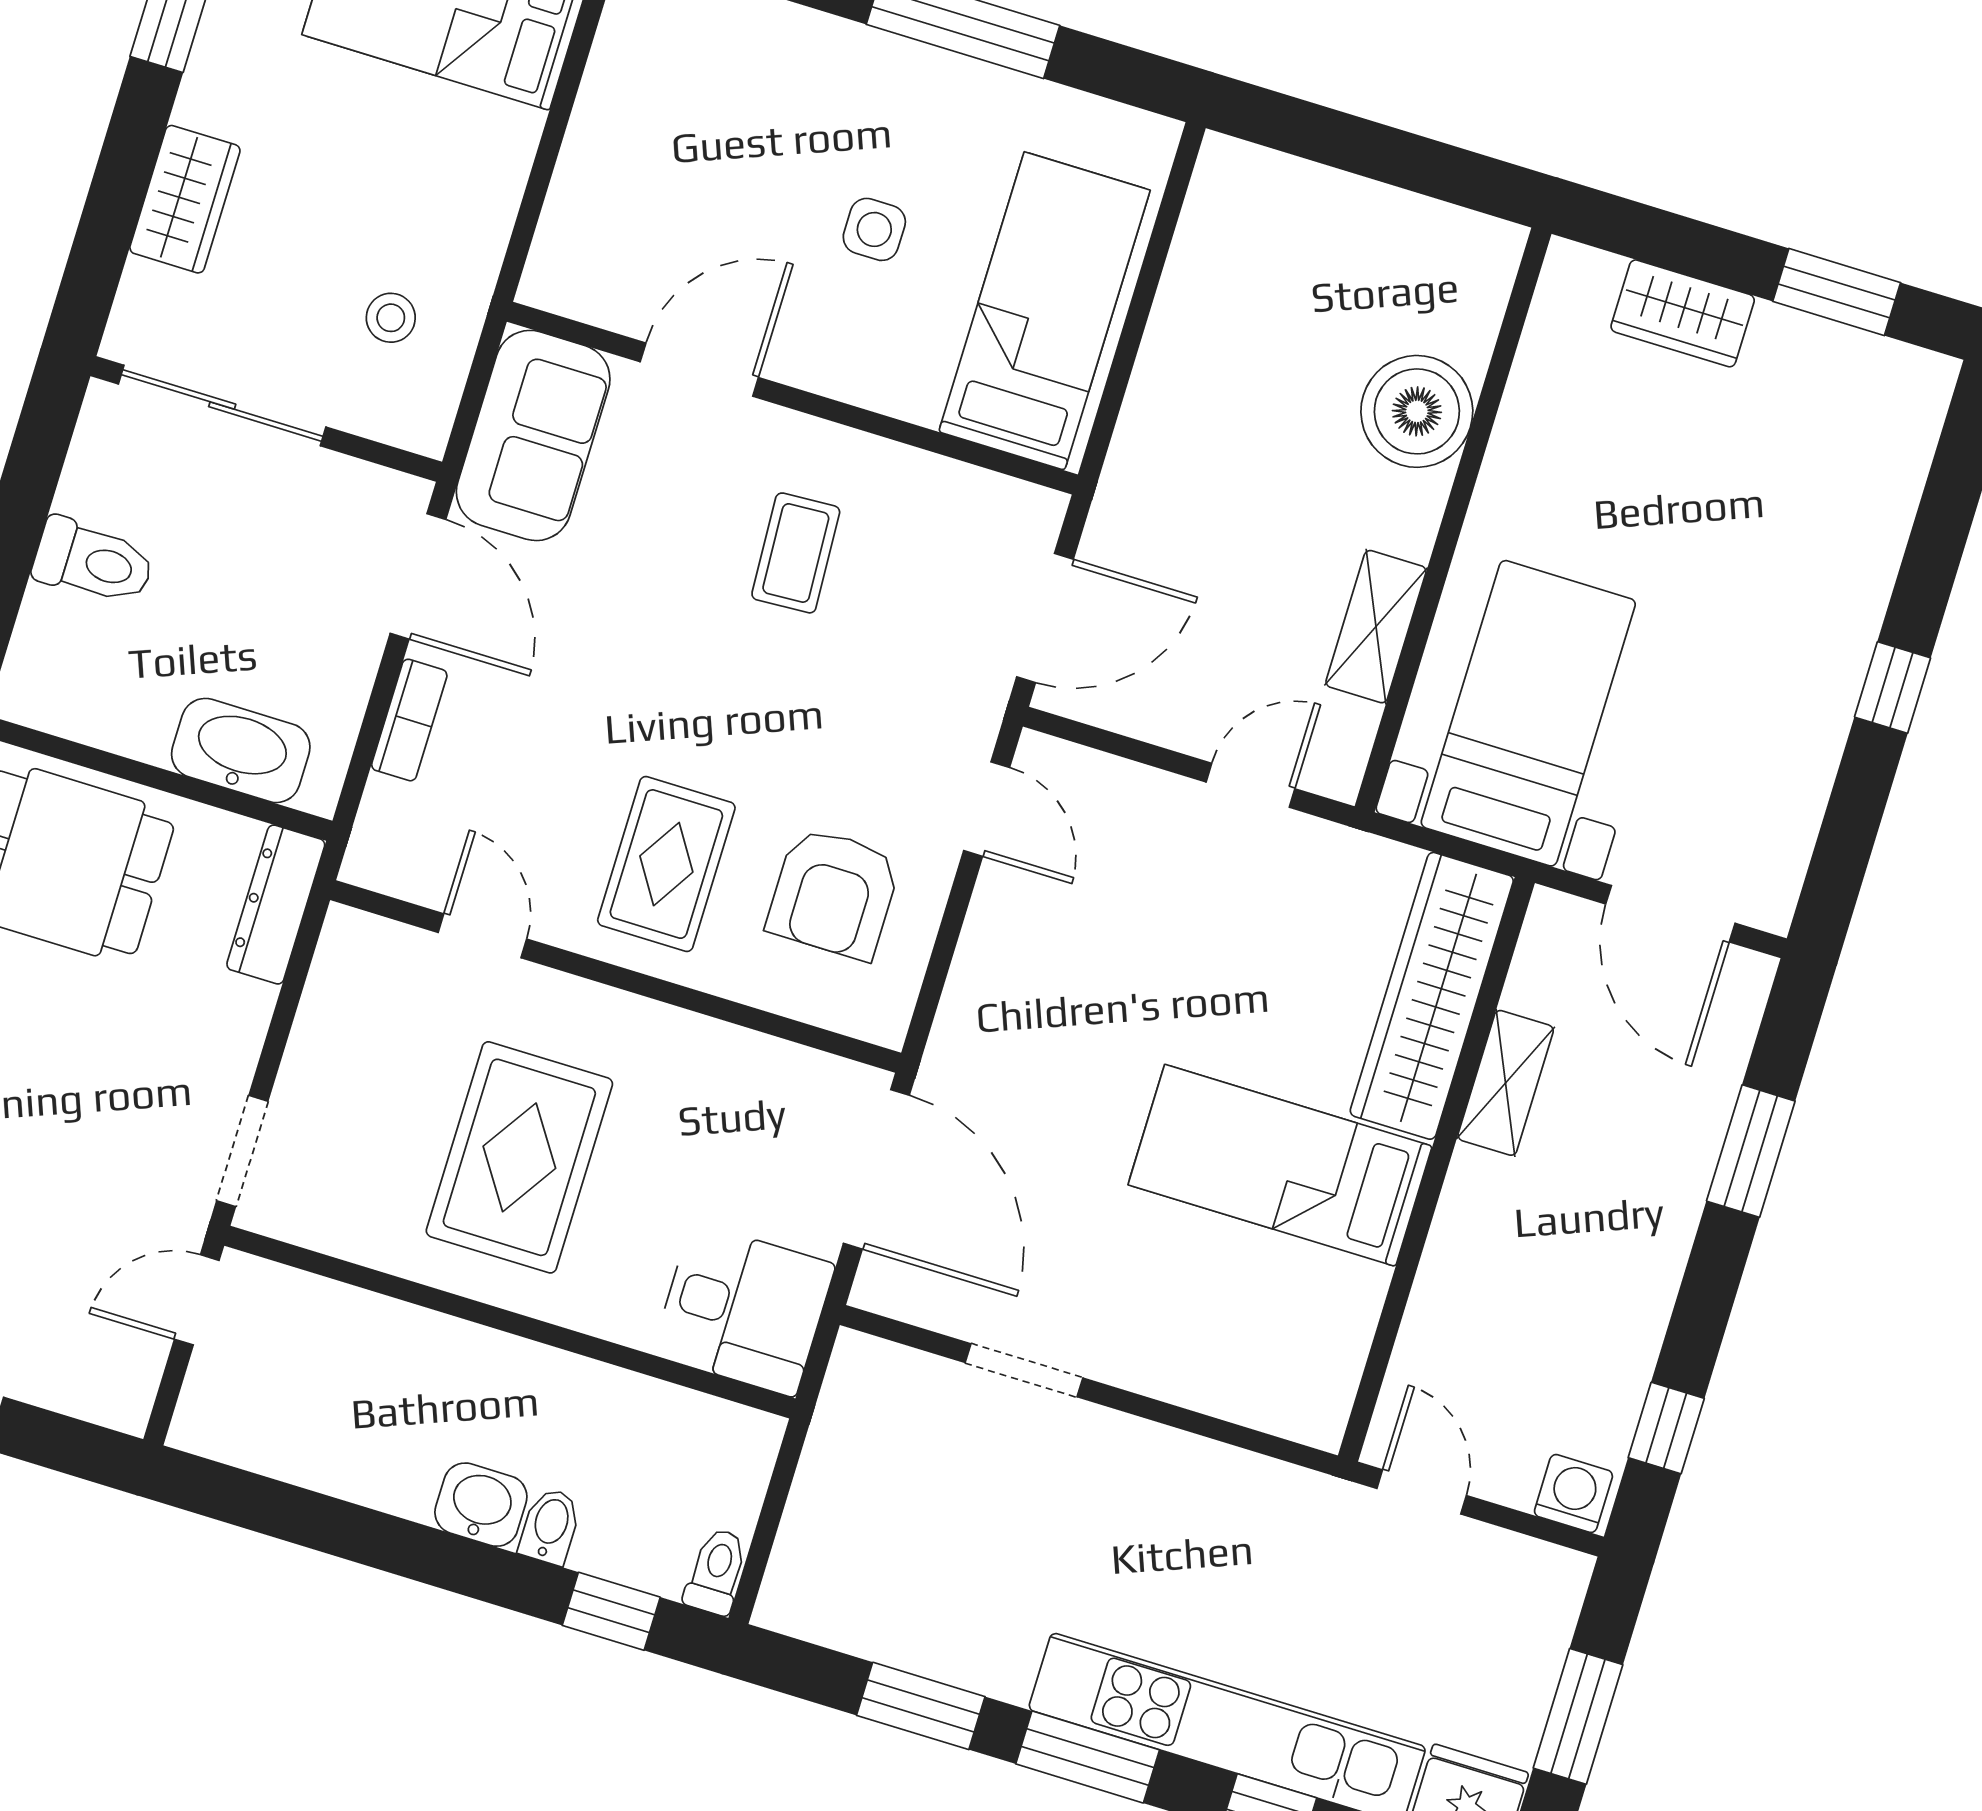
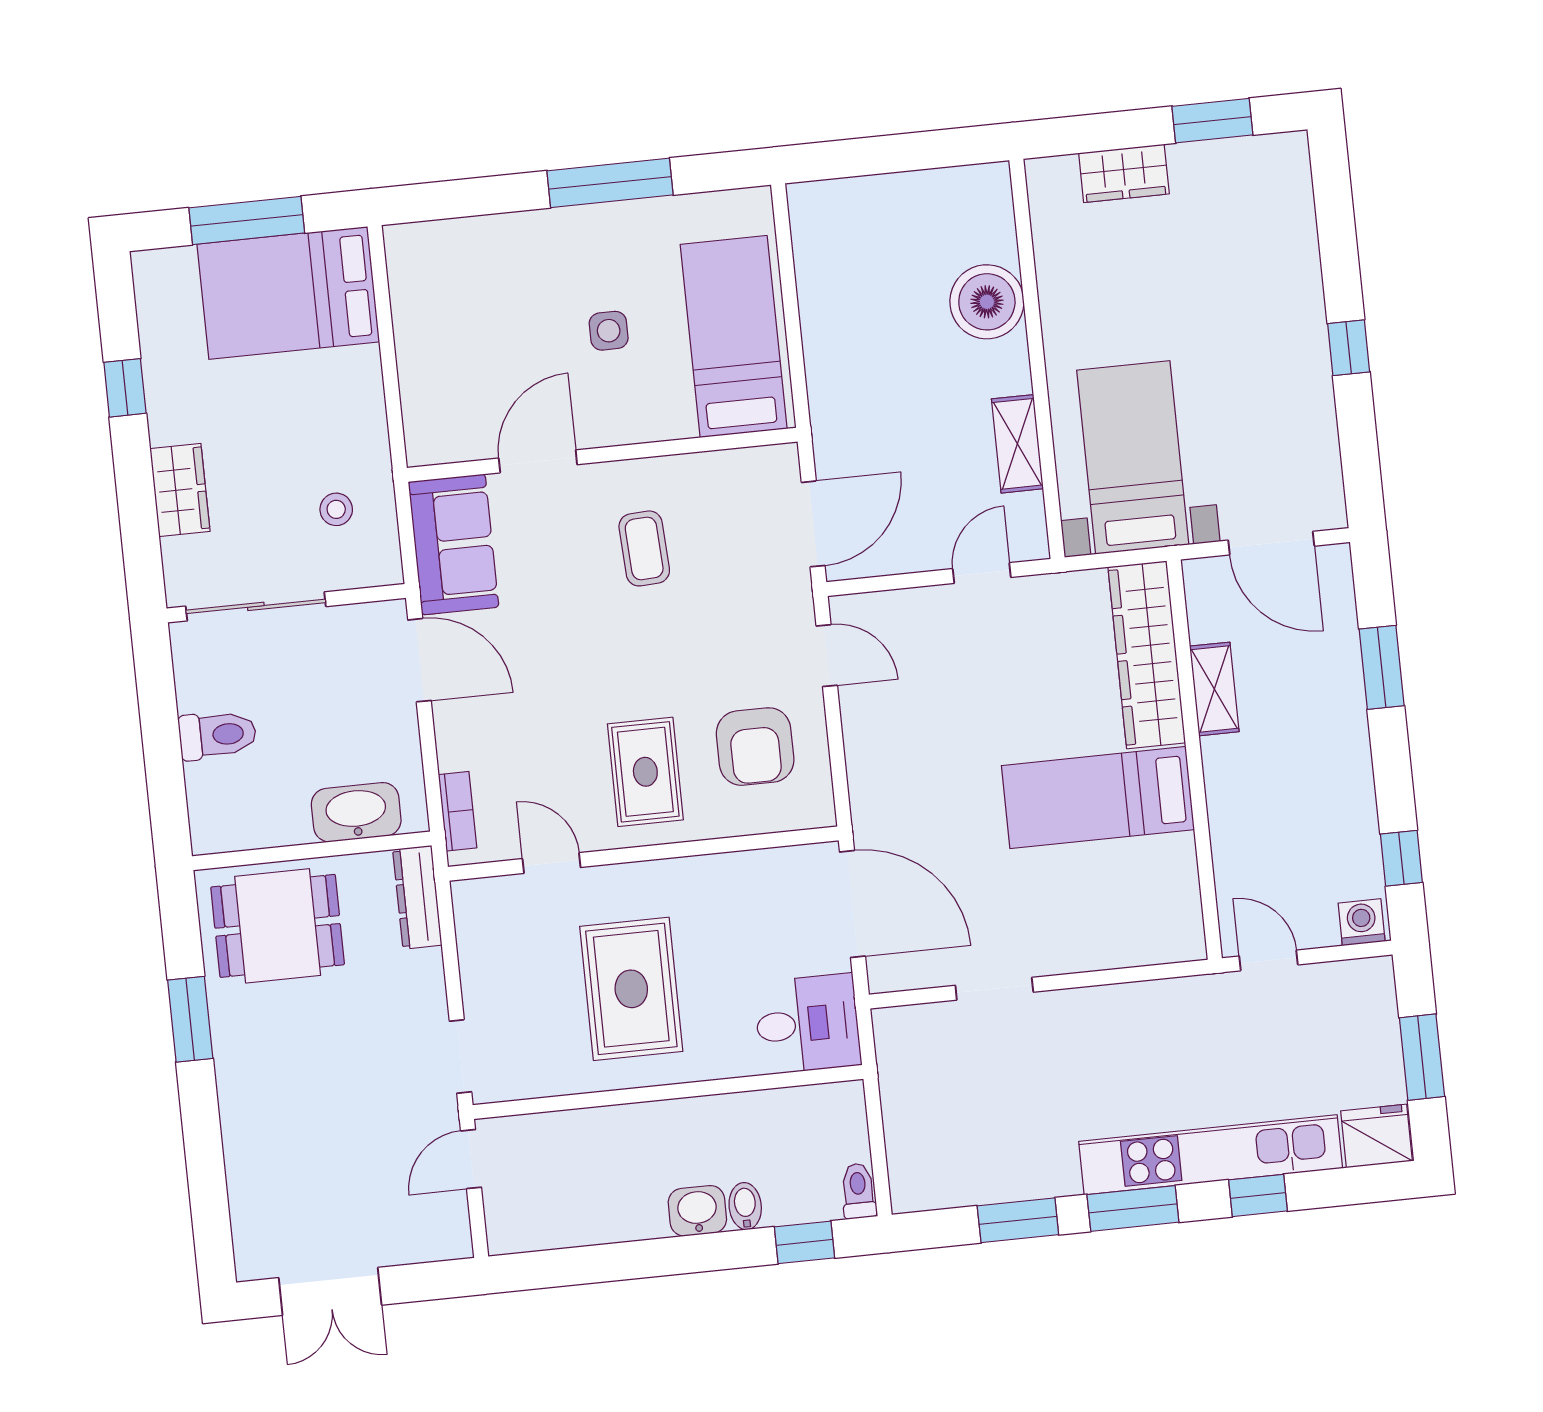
bookcase: (409, 720) -> (458, 811), moved

